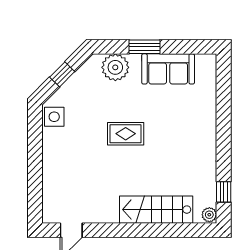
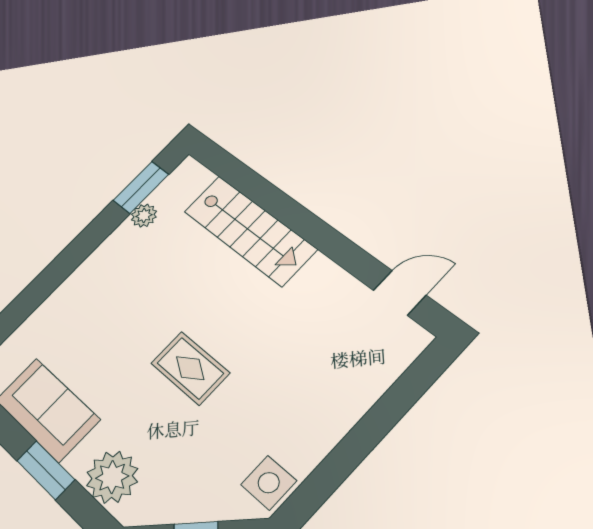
window: (224, 192) -> (141, 187), width x1.50
plant: (209, 215) -> (144, 216), moved

